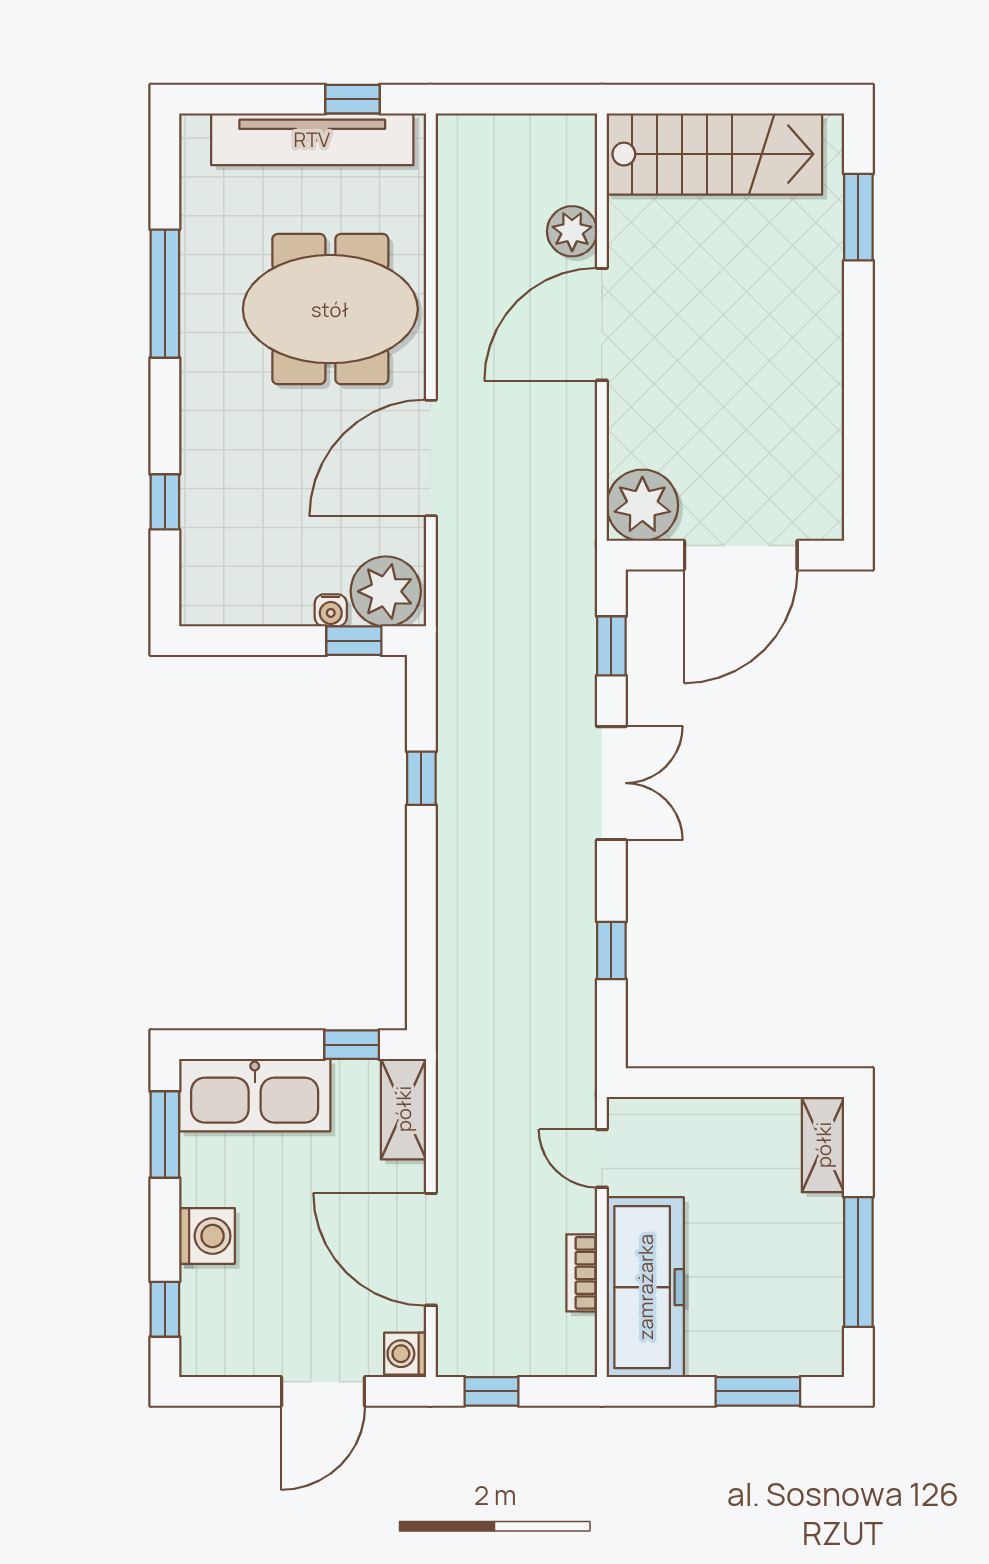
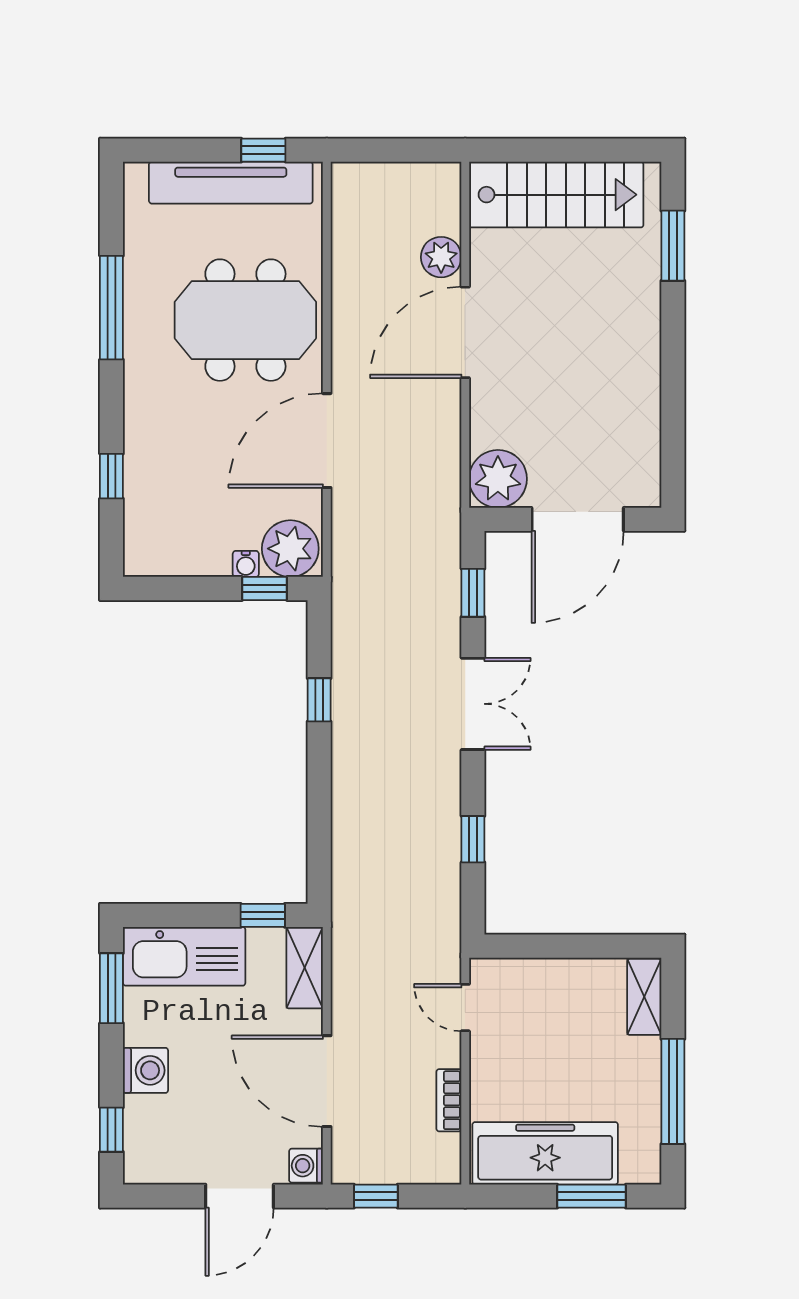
freezer: (645, 1287) -> (545, 1153), moved, turned -90

